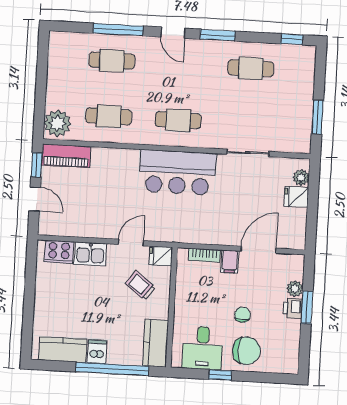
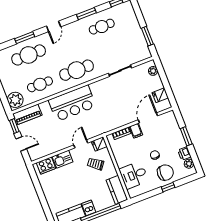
window: (118, 30) -> (25, 38), width x0.69
door: (173, 33) -> (54, 26), hinge flipped
window: (218, 35) -> (86, 14), moved
cafe table: (112, 61) -> (29, 55), width x1.37, depth x1.35
cafe table: (178, 120) -> (77, 70), width x1.37, depth x1.35
bar counter: (178, 172) -> (72, 103), moved
fridge: (296, 197) -> (160, 95), moved
plant: (295, 289) -> (189, 164), moved
printer: (293, 308) -> (184, 153), moved
desk: (203, 348) -> (134, 175), moved, turned 90
window: (220, 375) -> (168, 187), moved

